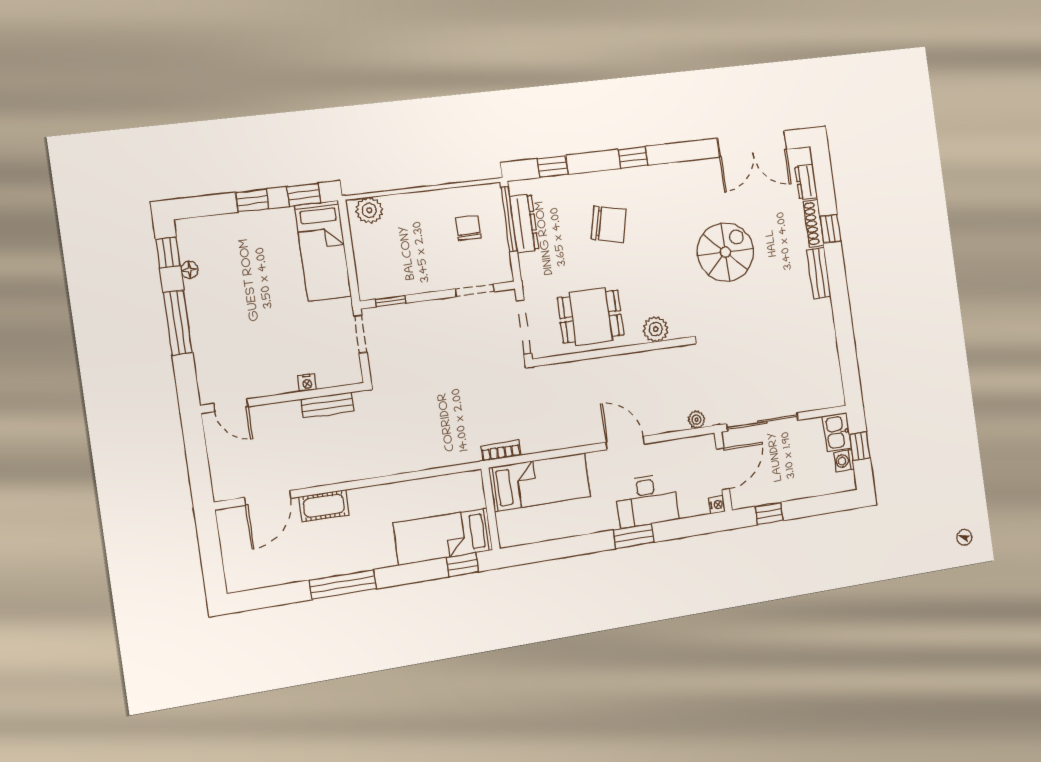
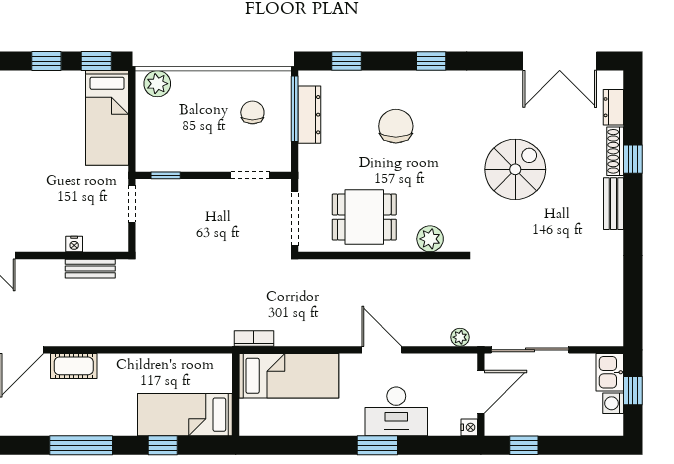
chair: (609, 224) -> (396, 126), turned -103
window: (462, 565) -> (163, 445), moved

